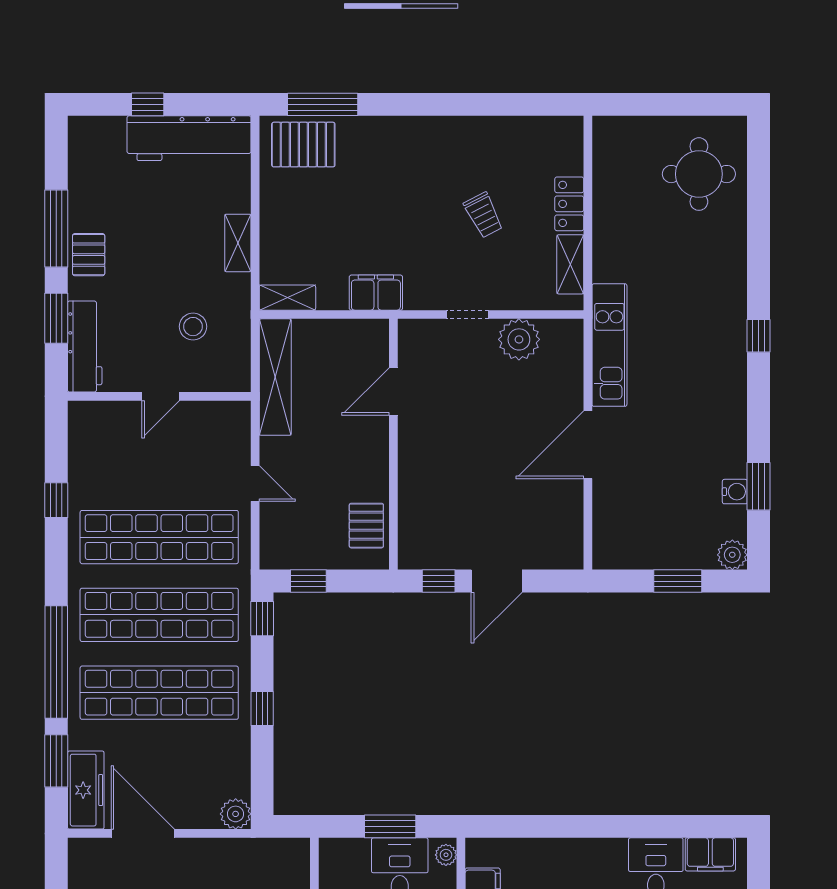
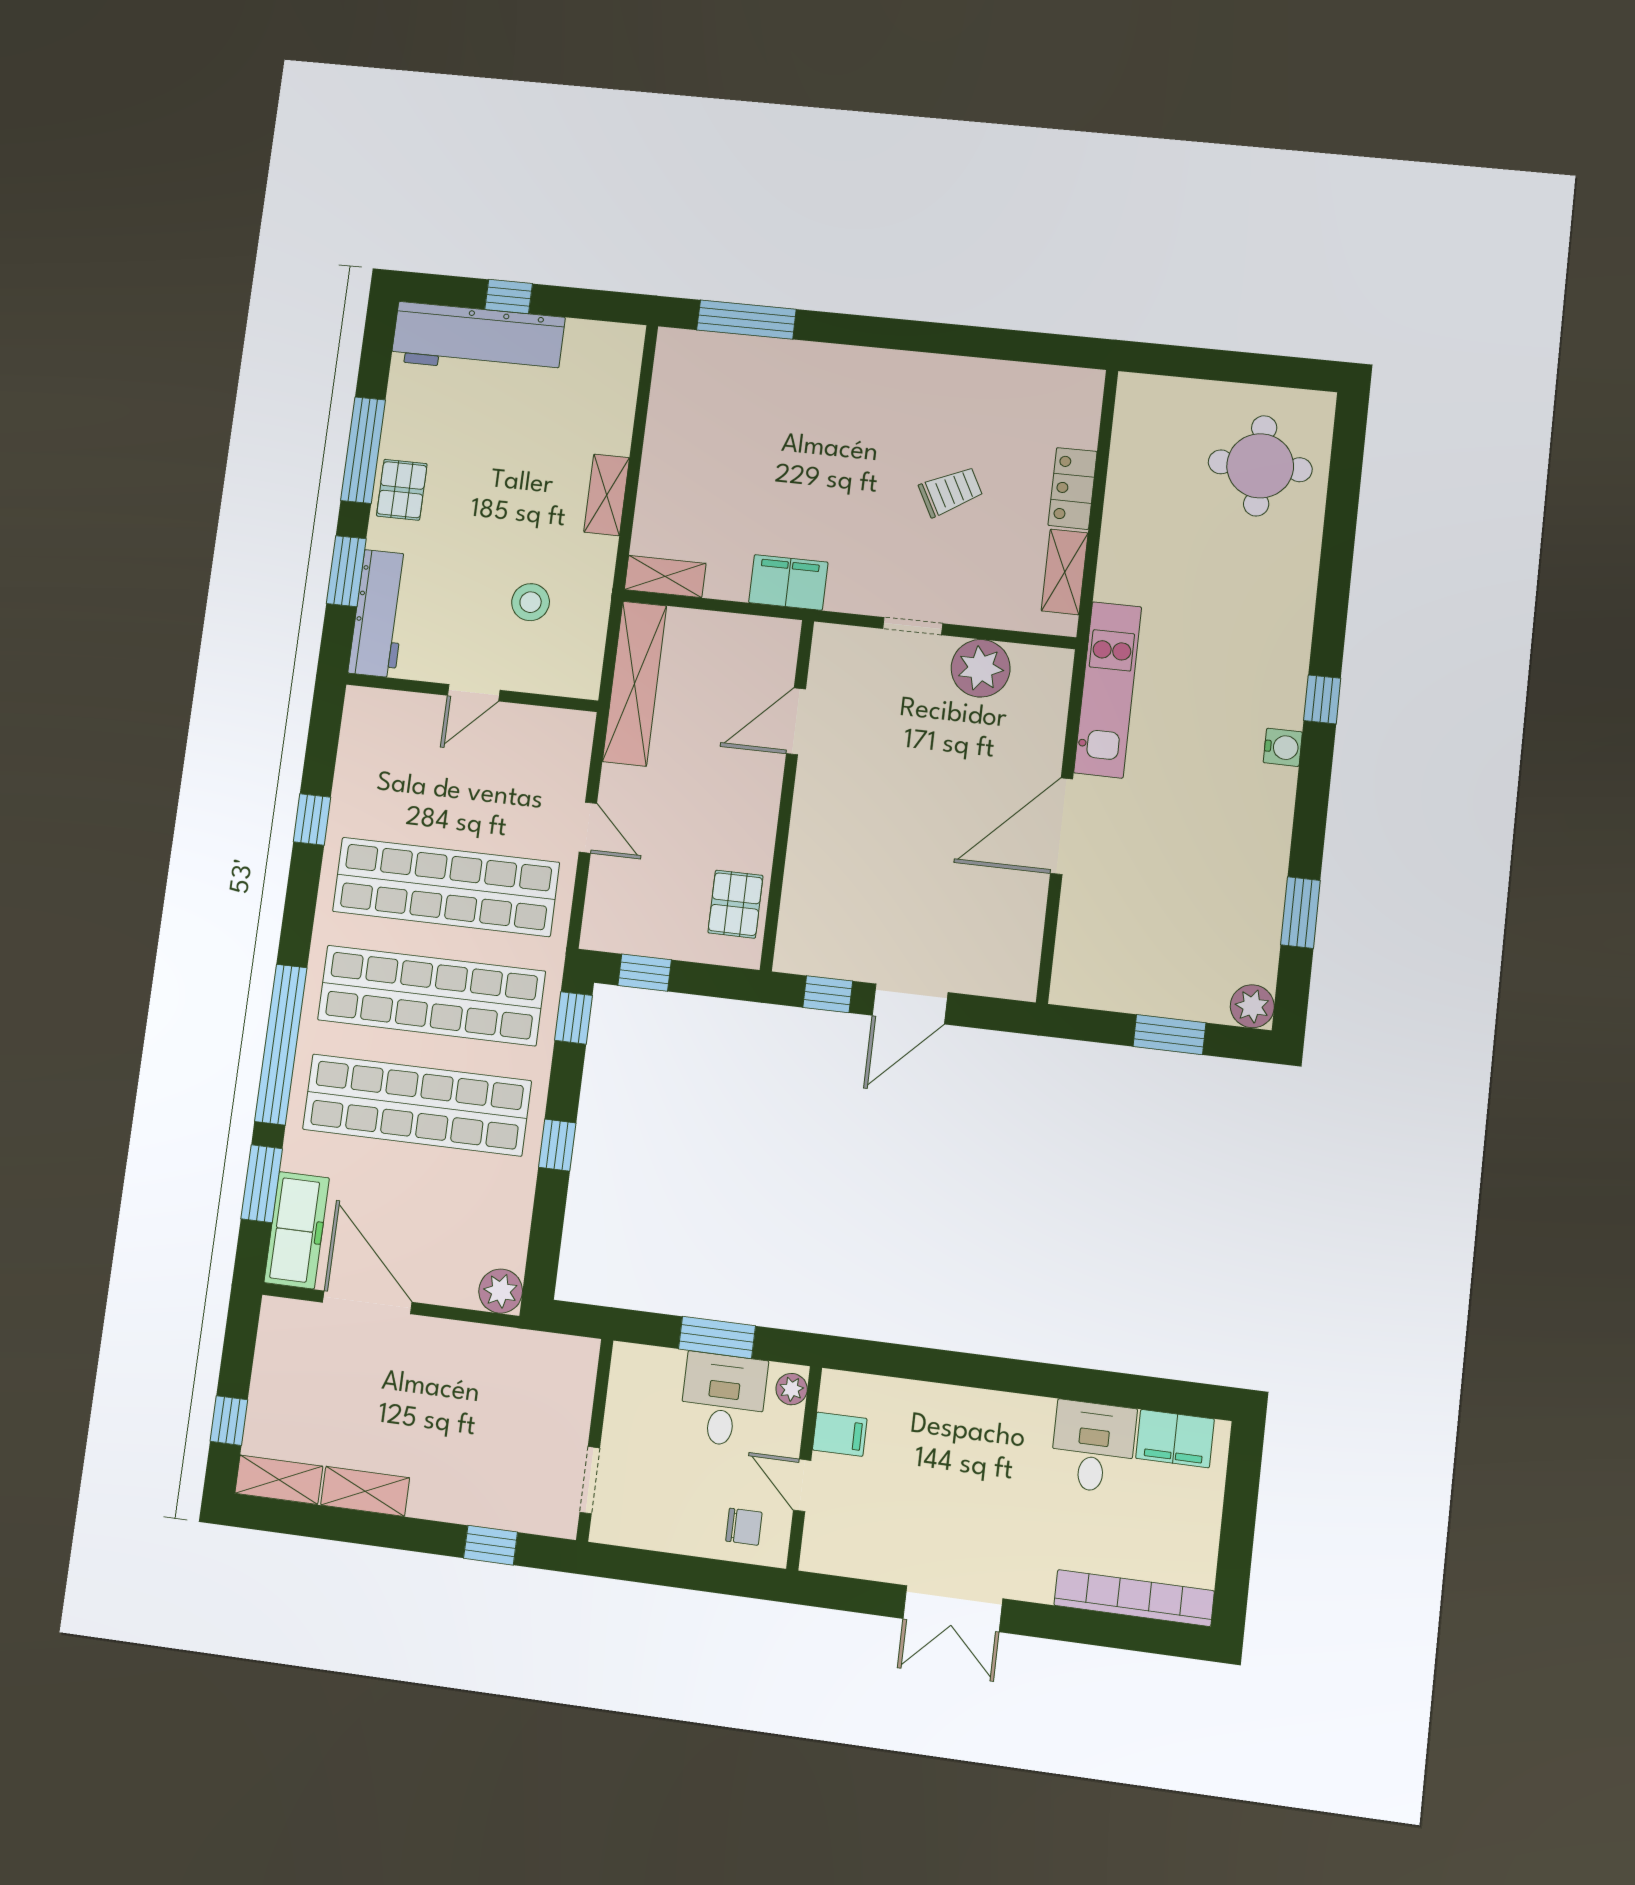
workbench: (189, 138) -> (478, 339), moved
pallet: (303, 145) -> (713, 371), removed
trolley: (483, 215) -> (951, 491), turned -91
water cooler: (735, 492) -> (1283, 747), moved

